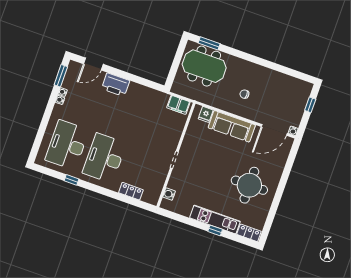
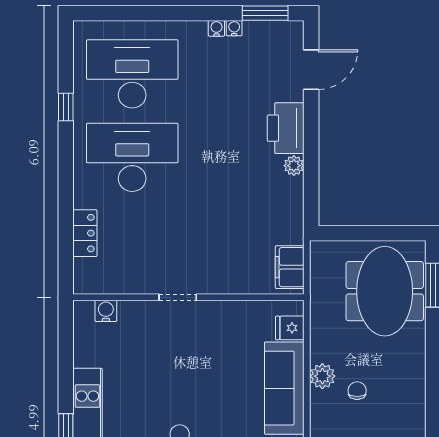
door: (93, 64) -> (311, 70), swing flipped
plant: (134, 87) -> (294, 166), added
plant: (232, 107) -> (322, 376), added

